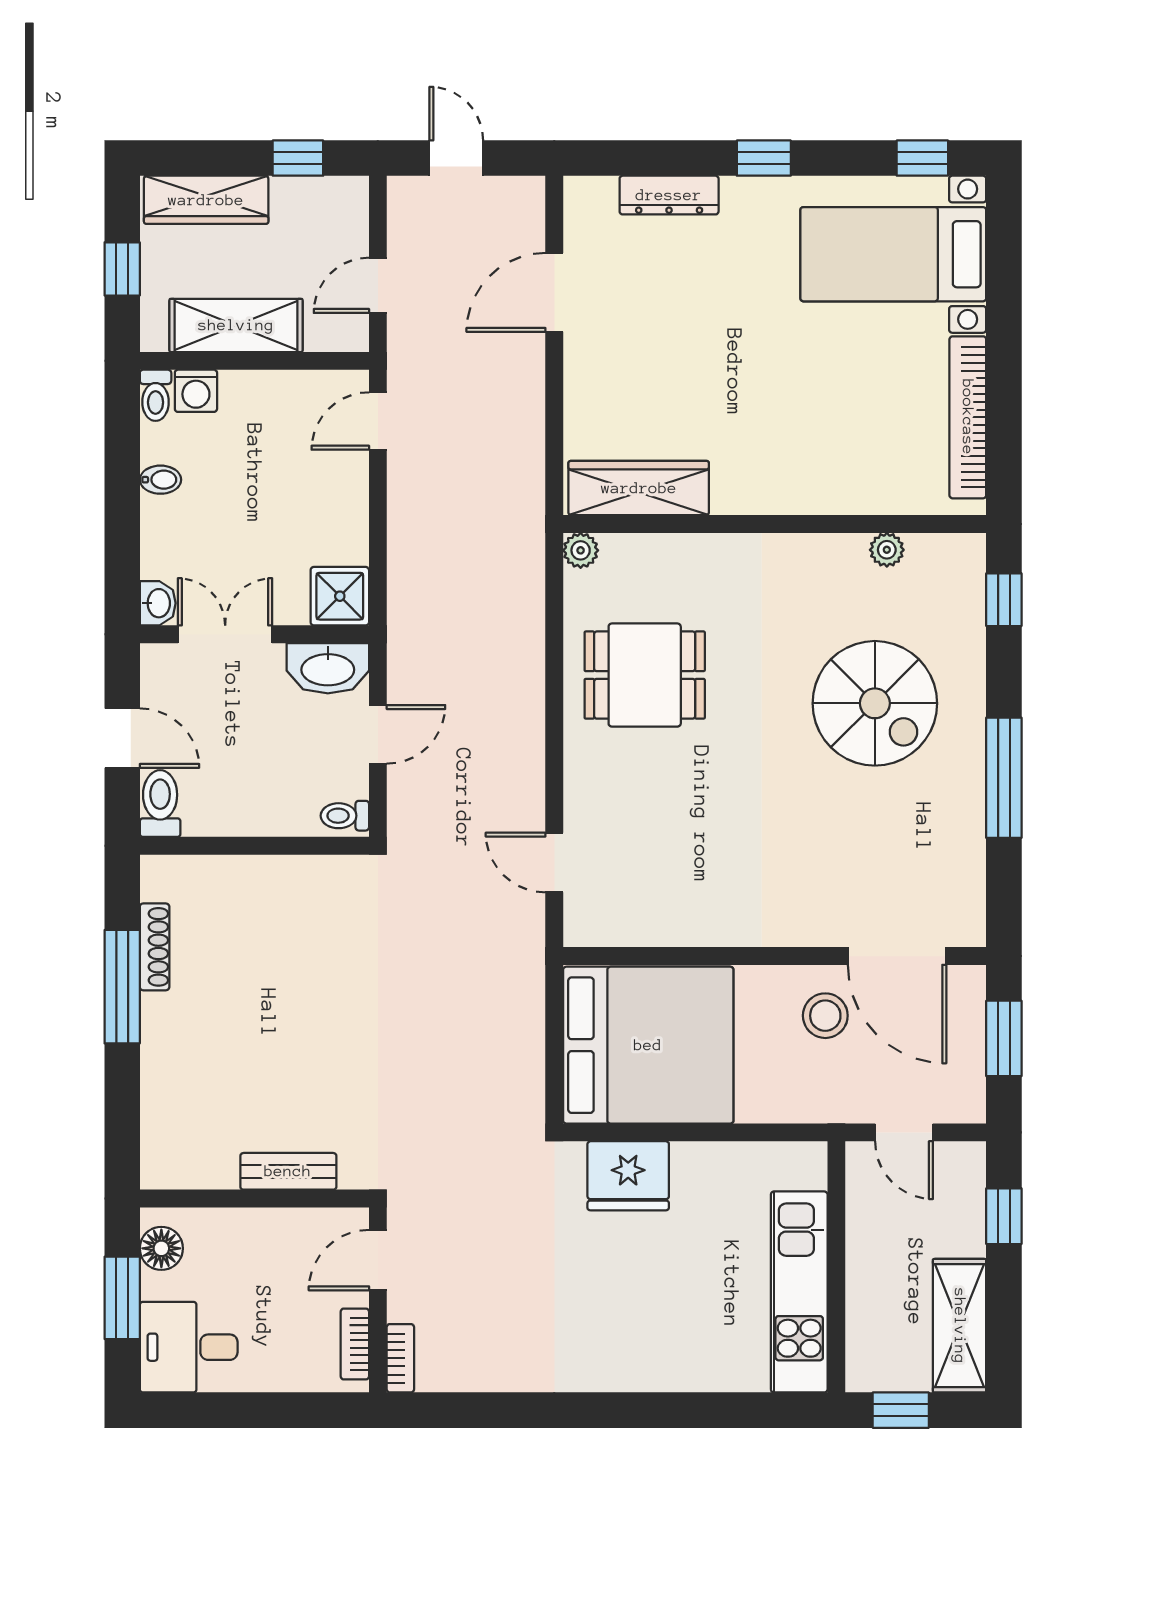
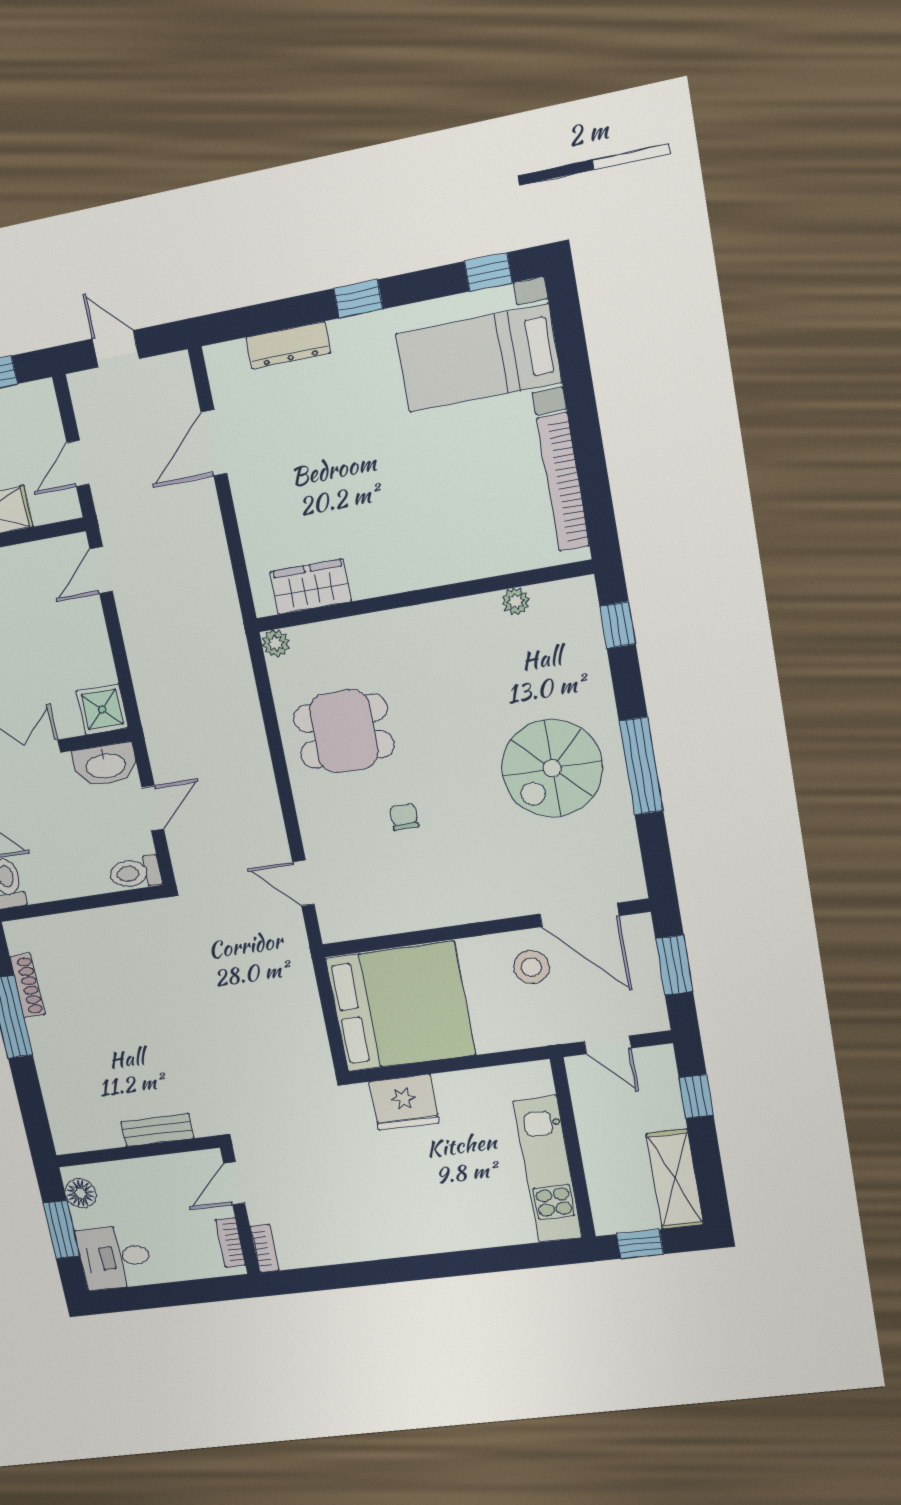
wardrobe: (639, 488) -> (311, 587), width x0.67
spiral stairs: (875, 703) -> (552, 768), moved, turned 90
chair: (700, 796) -> (404, 817), added
toilet: (345, 816) -> (135, 873), width x1.37, depth x1.39

